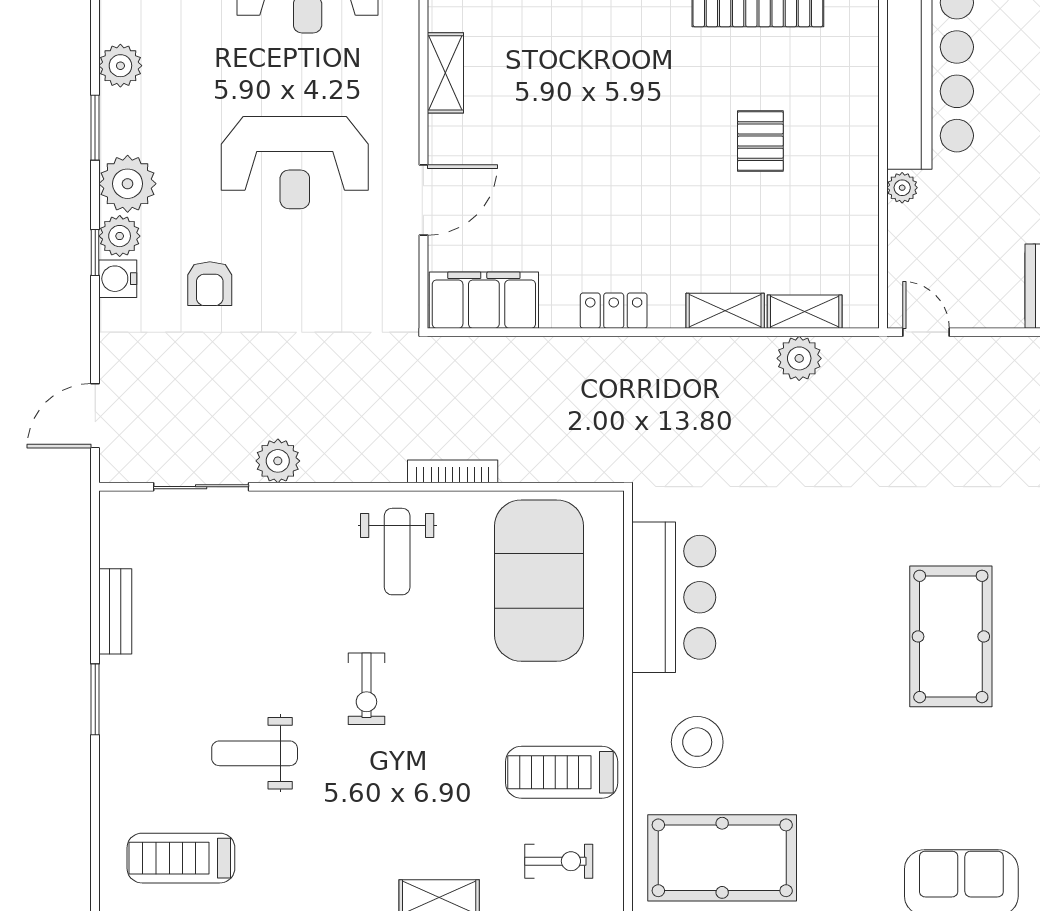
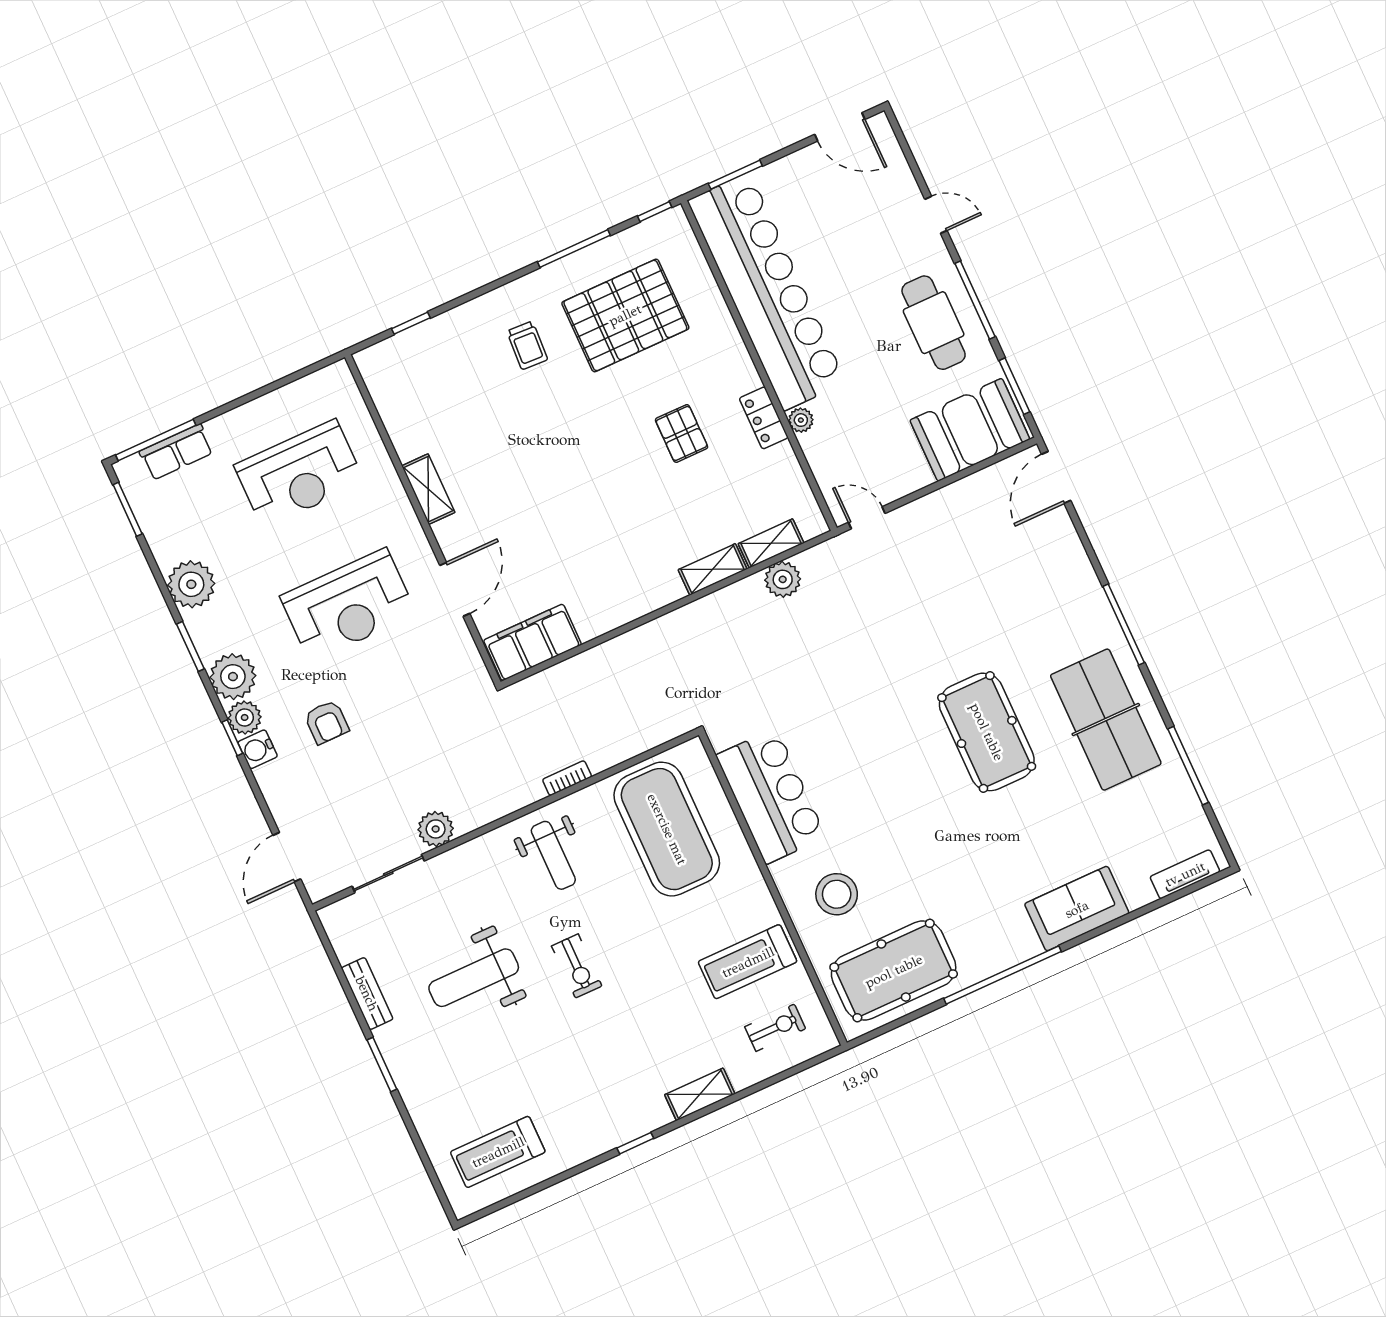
plant: (120, 66) -> (191, 584), width x1.36, depth x1.36
locker: (614, 311) -> (764, 418), moved, turned -90
bookcase: (453, 471) -> (567, 778), width x0.64
weight bench: (255, 753) -> (474, 978), moved, width x1.36, depth x1.33

